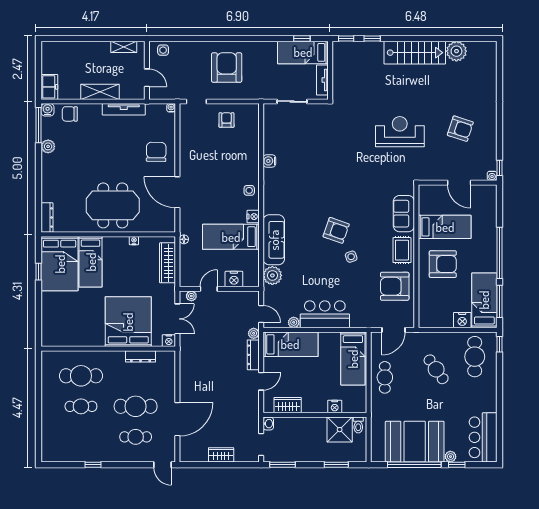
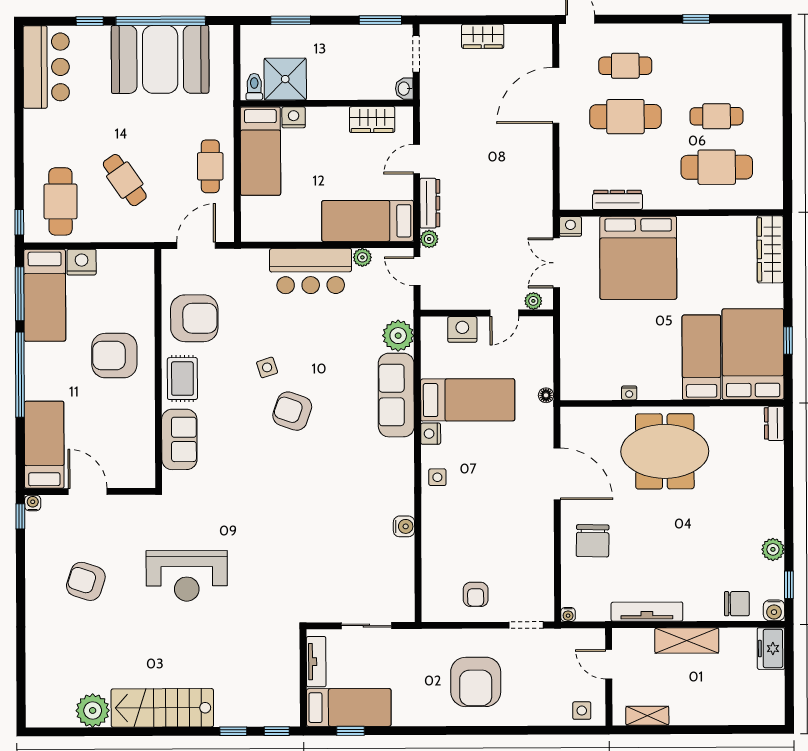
window: (39, 125) -> (789, 585), width x0.46
dresser: (47, 217) -> (774, 423), width x0.70
bed: (445, 227) -> (44, 445), moved, turned 90
wardrobe: (168, 263) -> (770, 249), moved, turned 180
bed: (353, 359) -> (260, 151), moved, turned 180
plant: (450, 457) -> (100, 35), removed

